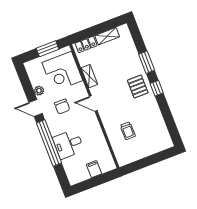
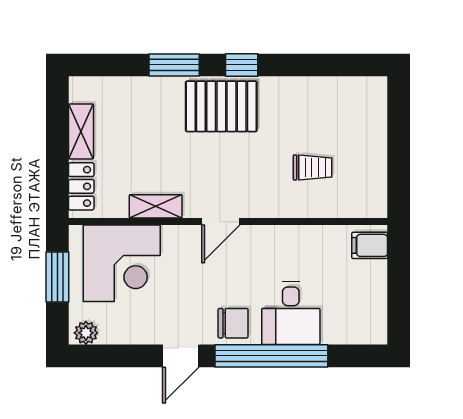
pallet: (138, 87) -> (221, 106), width x1.50, depth x1.42
plant: (39, 91) -> (86, 333), moved
chair: (62, 107) -> (233, 323), moved
filing cabinet: (94, 169) -> (370, 245), moved

